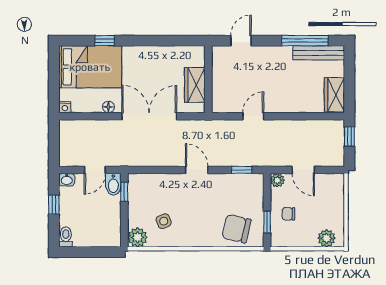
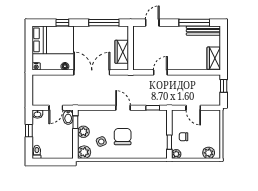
window: (168, 41) -> (104, 23), added
plant: (277, 180) -> (176, 154), moved
plant: (136, 206) -> (83, 132), added
chair: (236, 229) -> (123, 137), moved, turned 77

